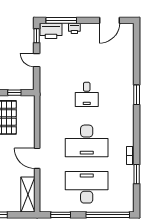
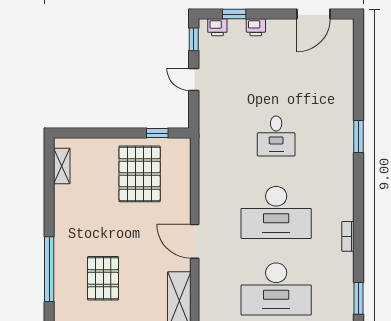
window: (61, 20) -> (234, 14), width x0.46
printer: (51, 31) -> (217, 27), width x0.53, depth x0.68
window: (137, 174) -> (358, 298), moved
desk: (87, 187) -> (276, 289), turned 180

